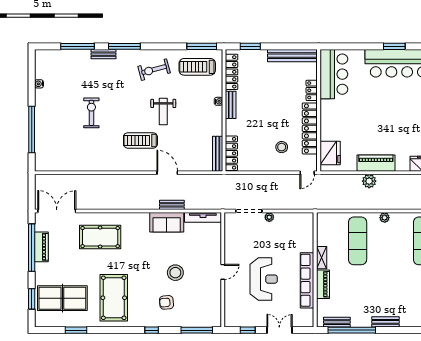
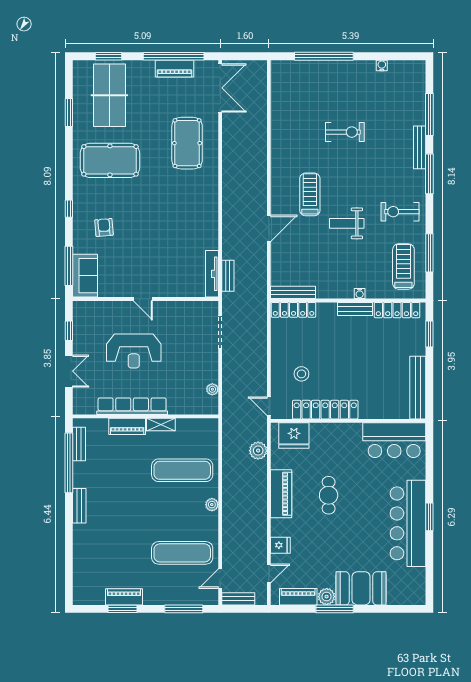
window: (202, 46) -> (429, 253), moved
bench: (103, 54) -> (420, 147), width x1.36
exercise bike: (154, 70) -> (400, 212), turned -75
locker: (312, 90) -> (374, 412), removed
cafe table: (377, 126) -> (329, 495), added
plant: (369, 181) -> (258, 451), moved
bench: (172, 205) -> (228, 276), moved
plant: (269, 217) -> (212, 389), moved
sofa: (167, 222) -> (85, 276), moved, turned 180
stool: (175, 273) -> (142, 239), removed

